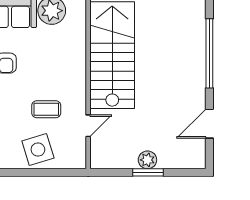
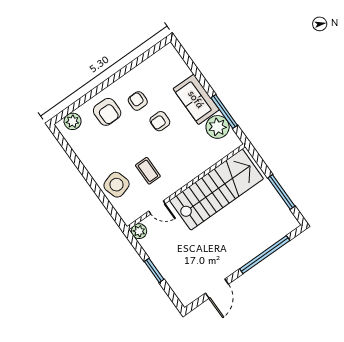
door: (209, 124) -> (217, 289), swing flipped
plant: (147, 160) -> (139, 231), moved

